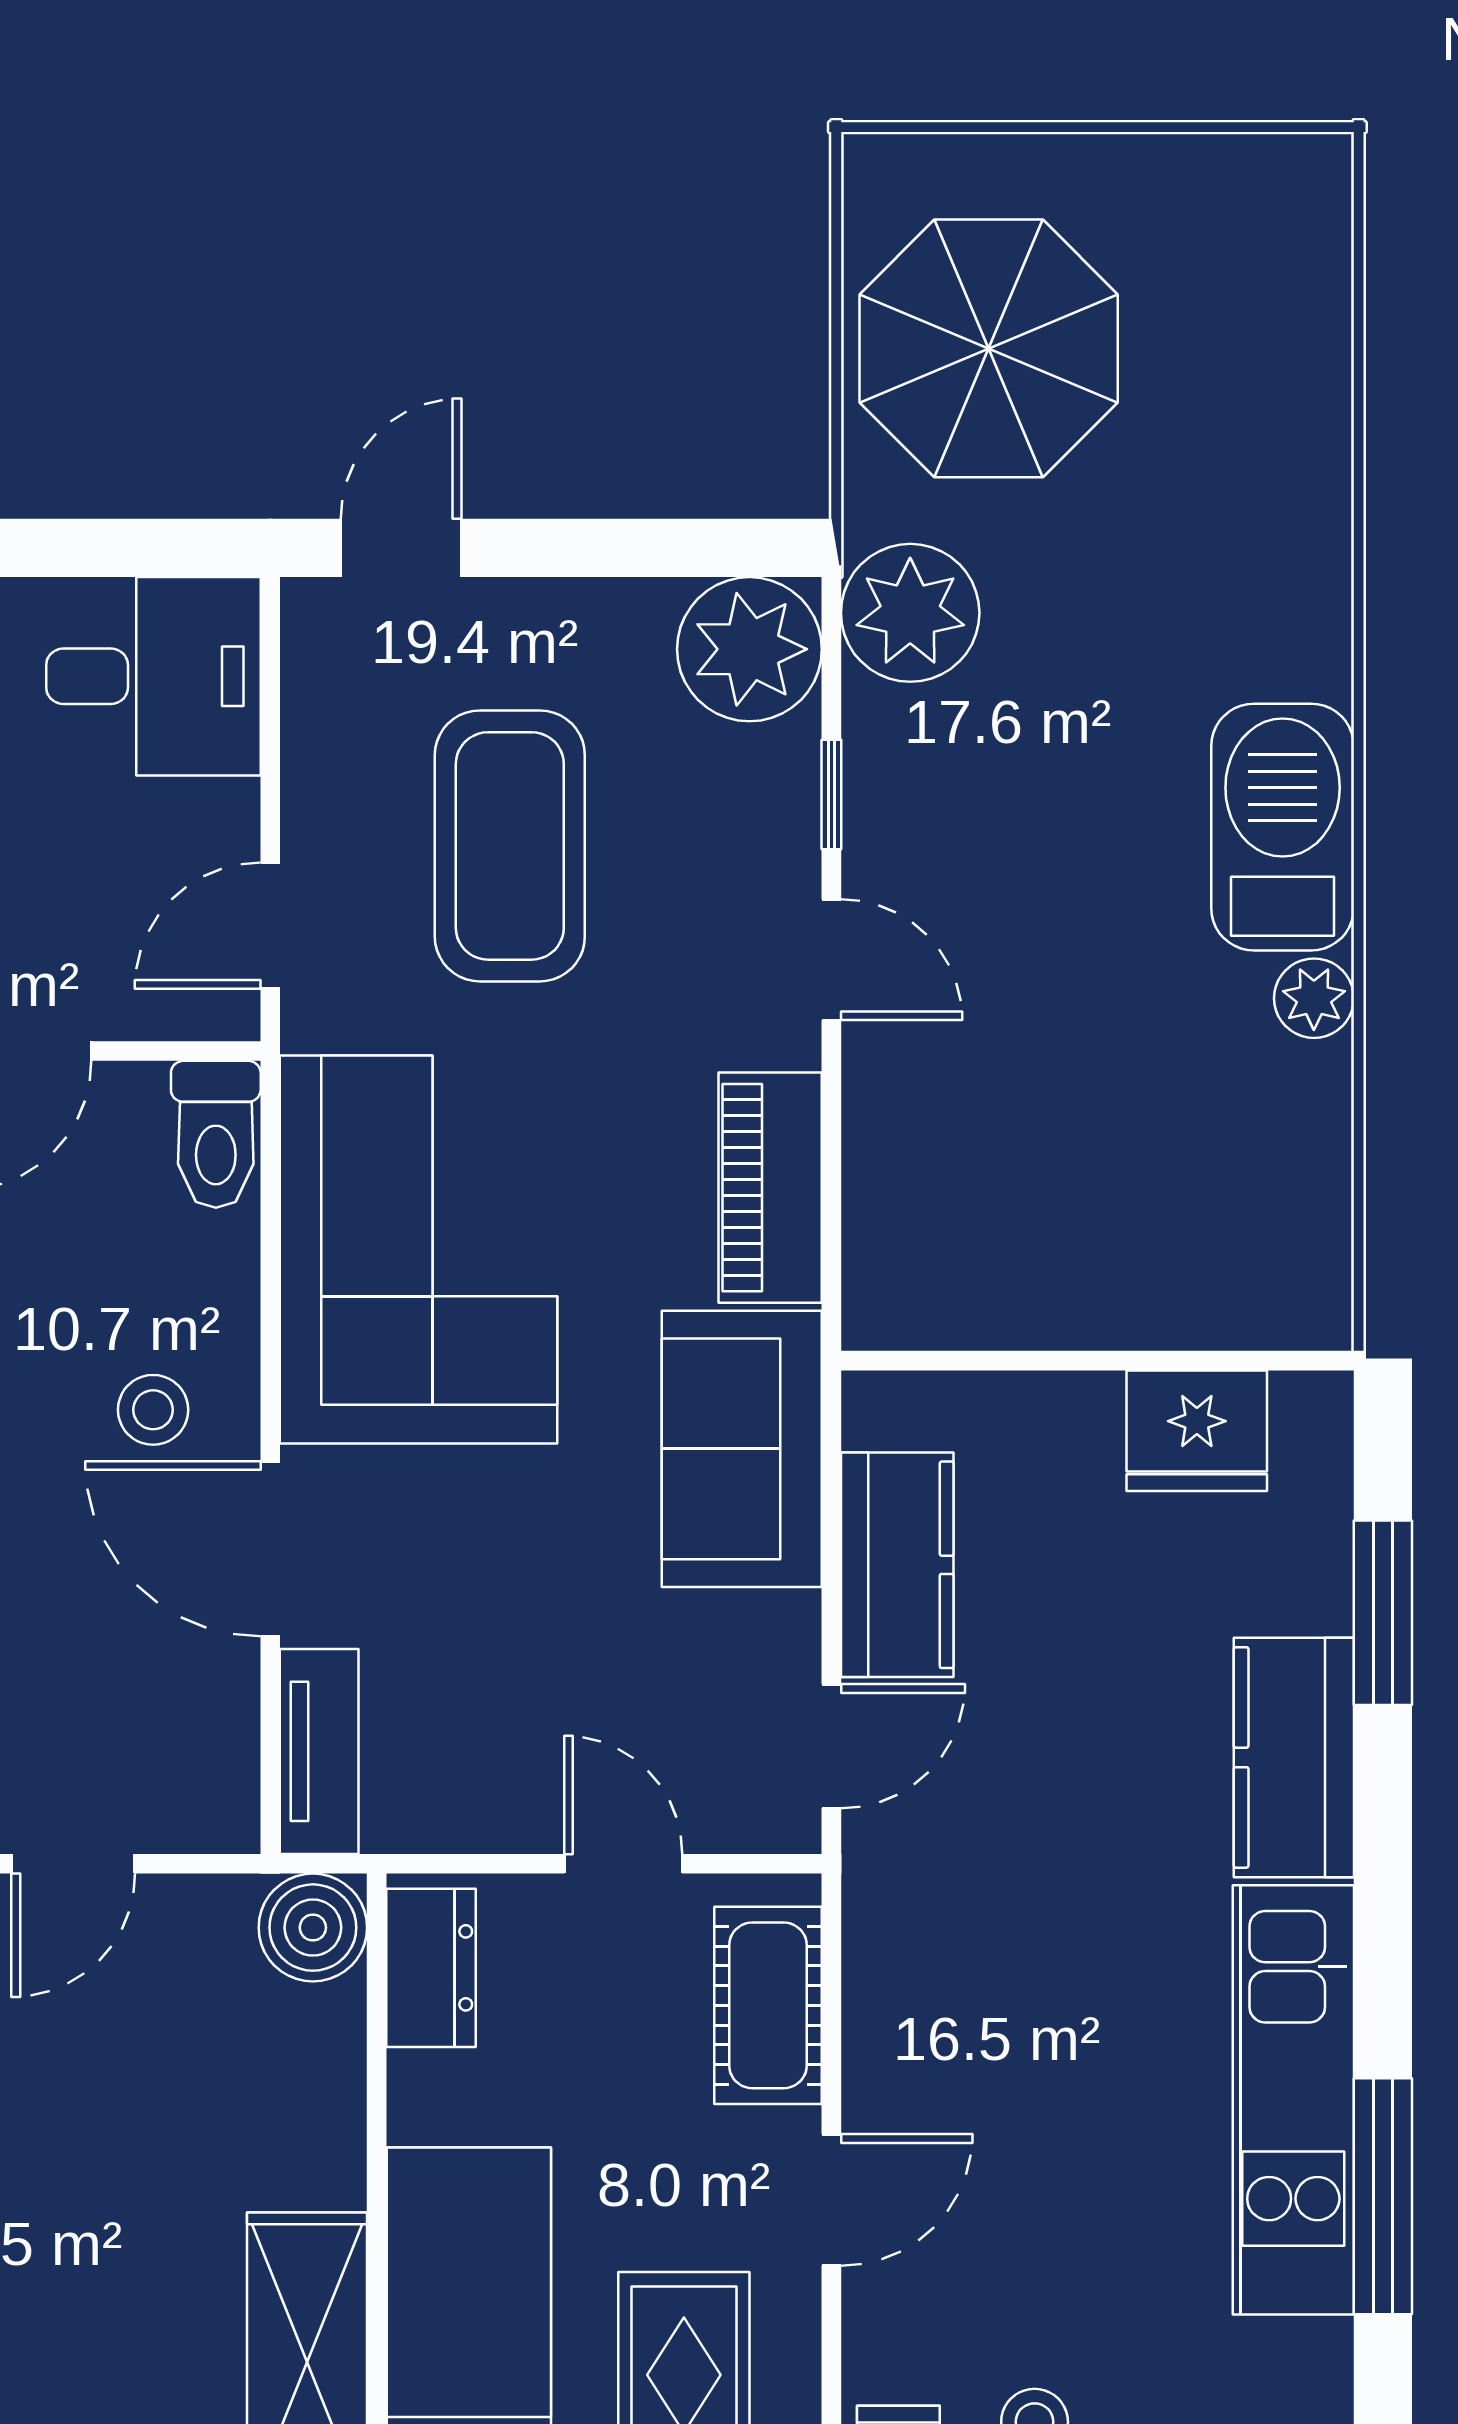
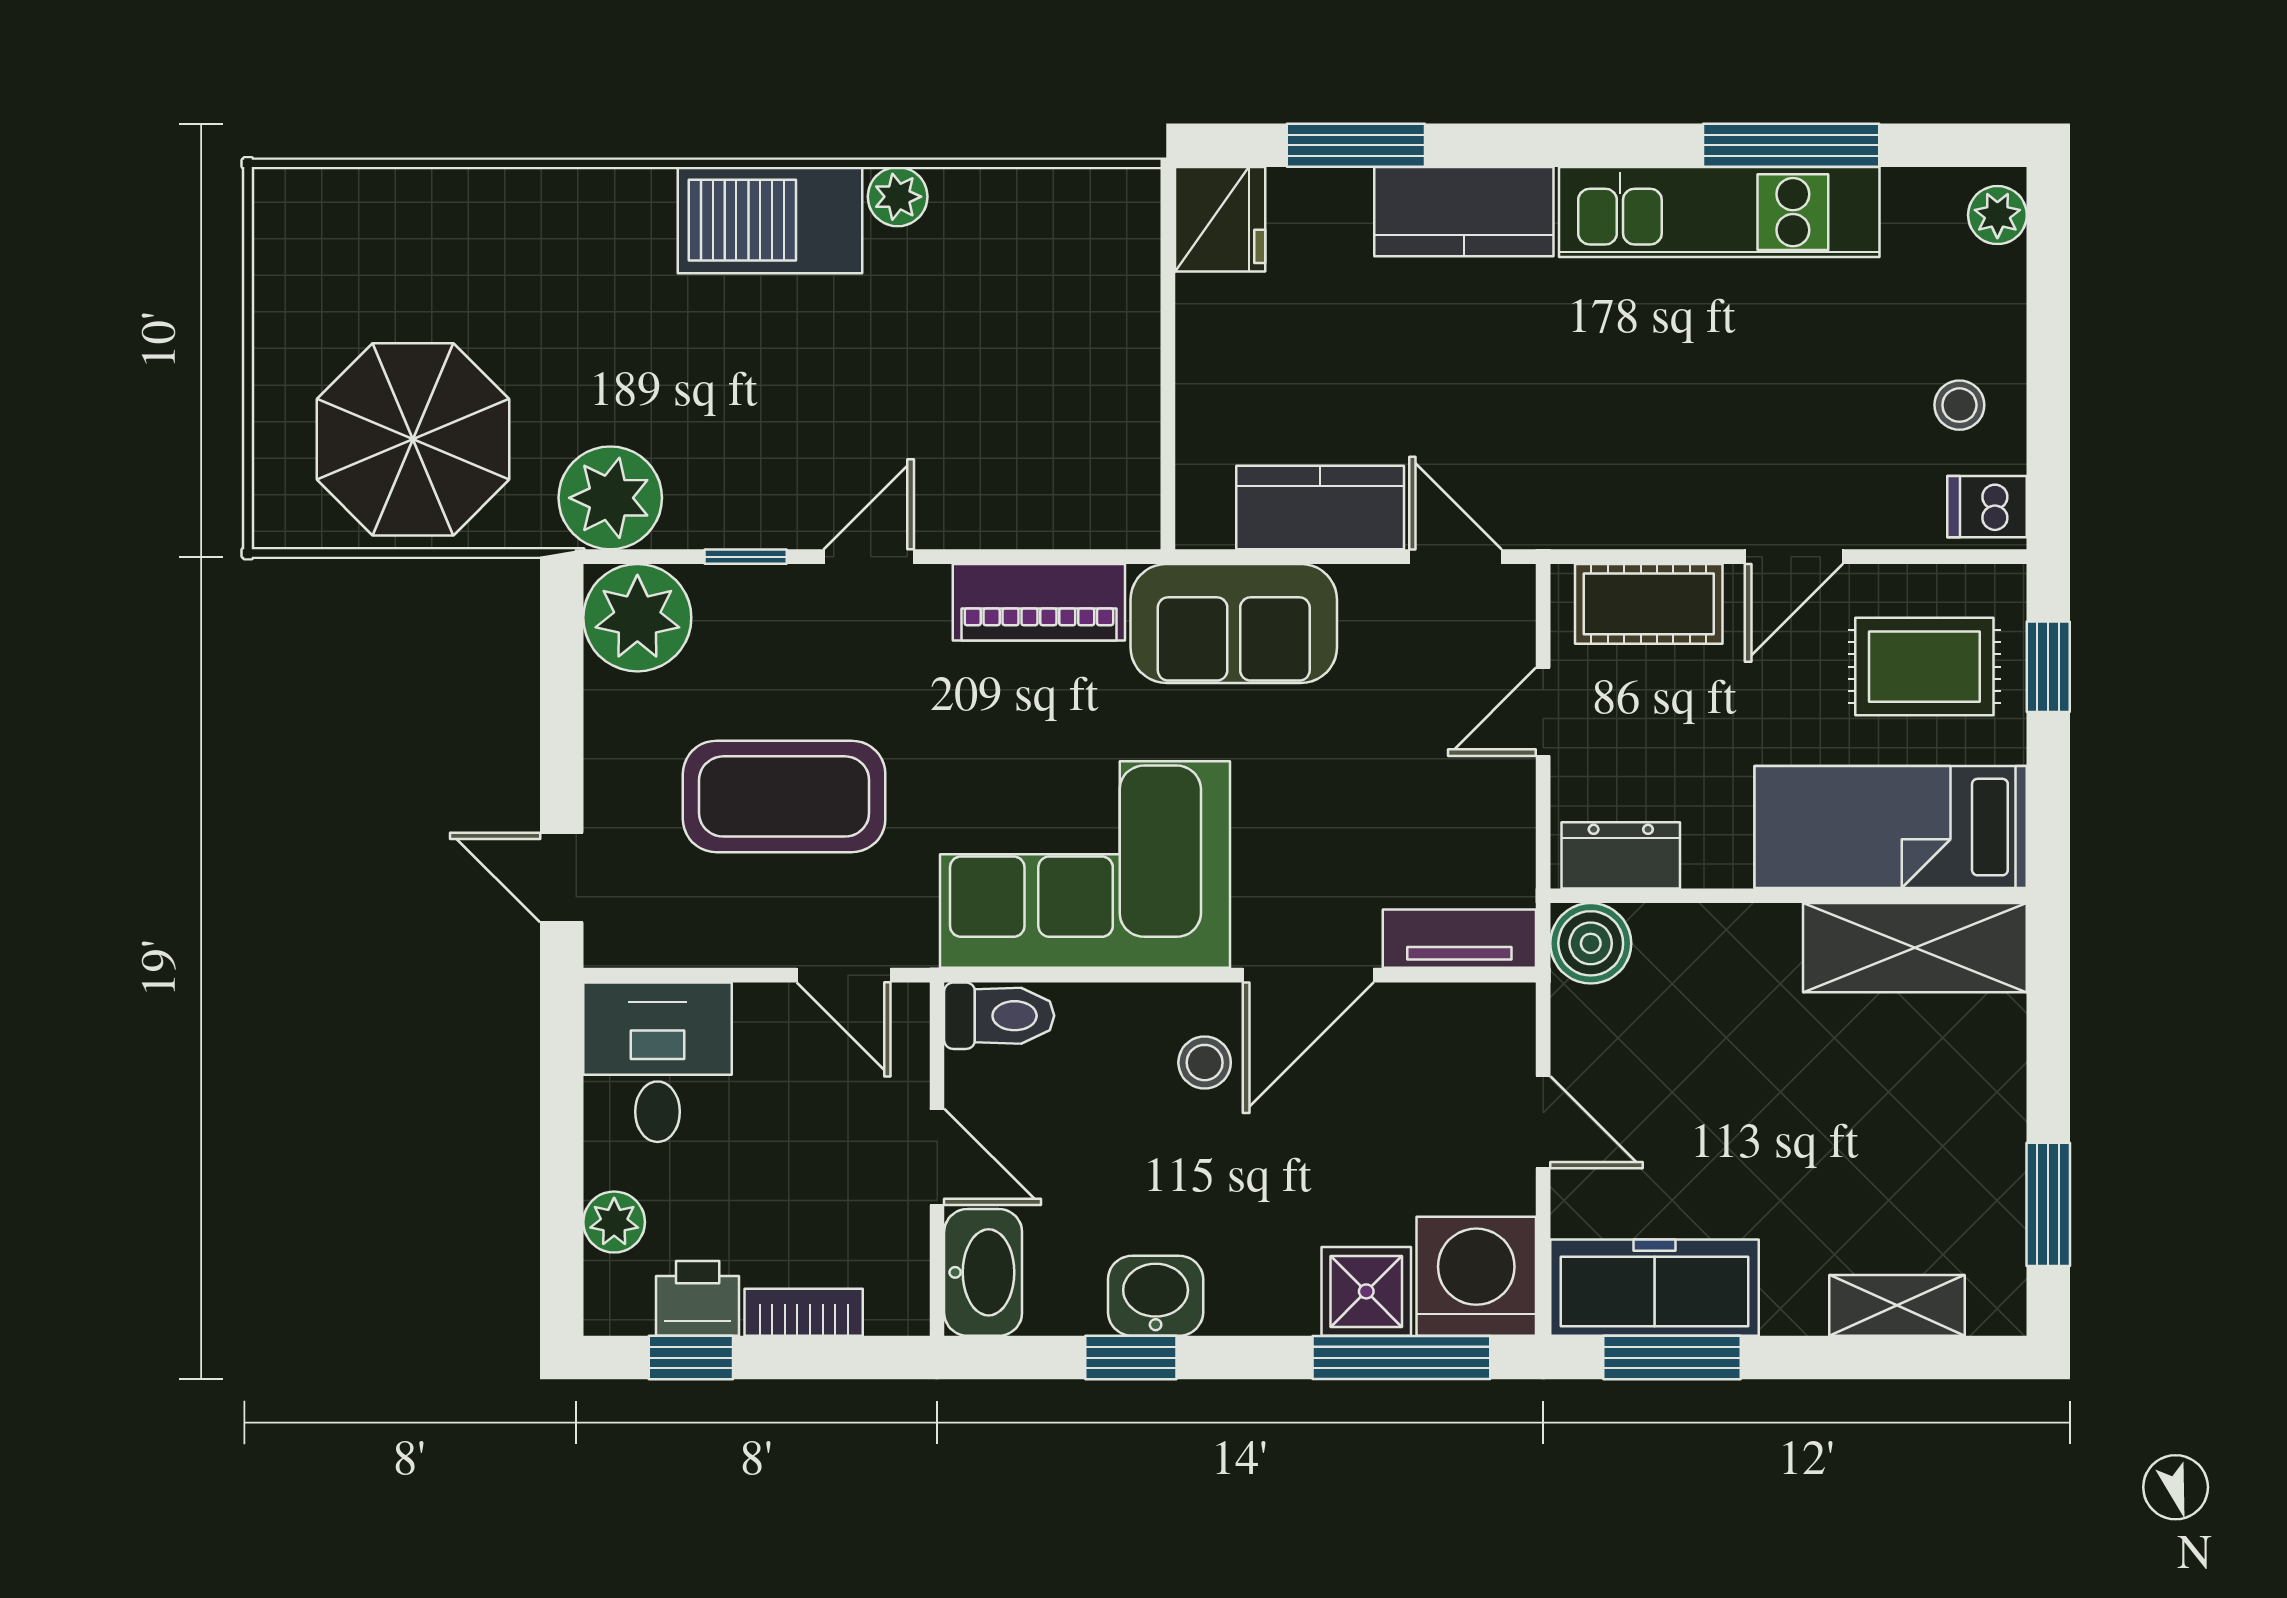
fridge: (1197, 1431) -> (1220, 219), moved
door: (831, 2200) -> (1794, 557), swing flipped

